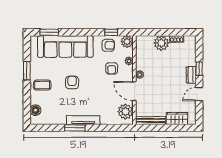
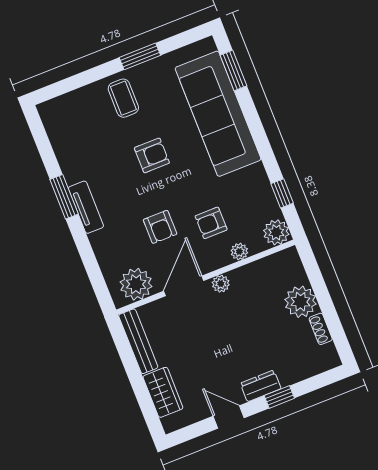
armchair: (108, 45) -> (160, 227), moved
floor lamp: (36, 110) -> (68, 105), removed
tv unit: (83, 120) -> (86, 207), width x0.71

